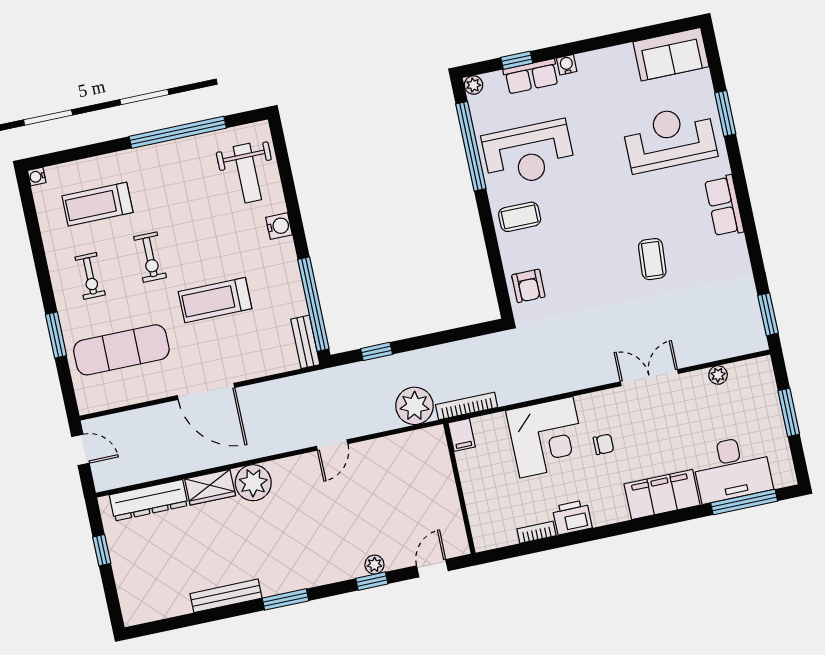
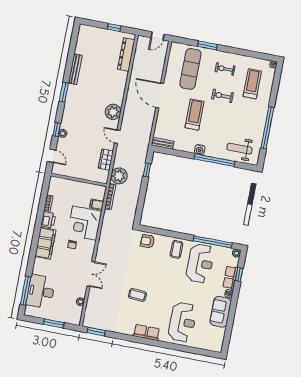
sofa: (671, 54) -> (220, 312), moved
window: (725, 113) -> (183, 348), removed
reception desk: (529, 153) -> (200, 264), turned 180
water cooler: (279, 226) -> (200, 150), moved
window: (313, 304) -> (214, 160), moved
door: (206, 391) -> (160, 96), hinge flipped
filing cabinet: (462, 435) -> (97, 205), moved
plant: (253, 483) -> (113, 112), moved
wardrobe: (210, 487) -> (106, 160), moved
filing cabinet: (662, 495) -> (45, 243), moved

